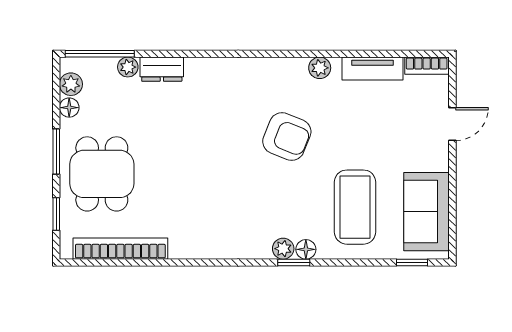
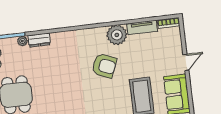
plant: (320, 68) -> (117, 35), width x1.87, depth x1.87
door: (452, 124) -> (186, 63), moved

